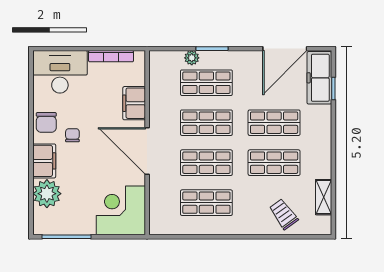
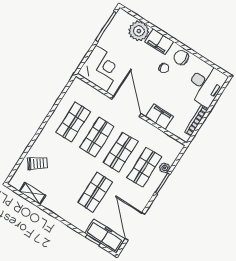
door: (147, 151) -> (126, 106), hinge flipped
shop shelf: (274, 163) -> (71, 177), removed

